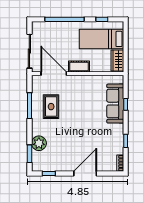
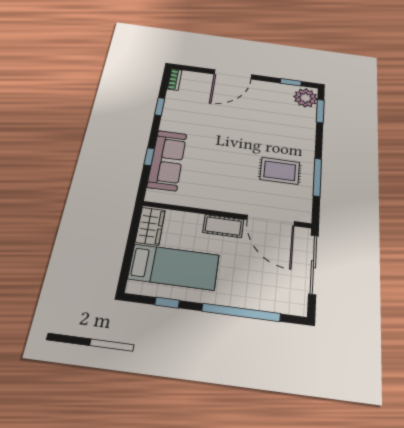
rug: (51, 107) -> (280, 171), turned 90
plant: (39, 143) -> (306, 98), moved

